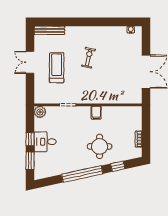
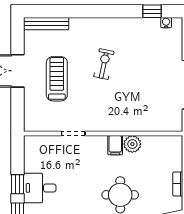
window: (121, 22) -> (152, 11), added
plant: (40, 112) -> (132, 144), moved

